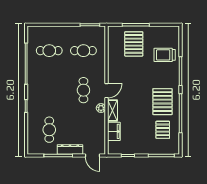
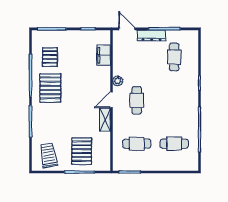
trolley: (165, 55) -> (49, 155), moved, turned -100
shelving: (112, 111) -> (105, 120), moved

